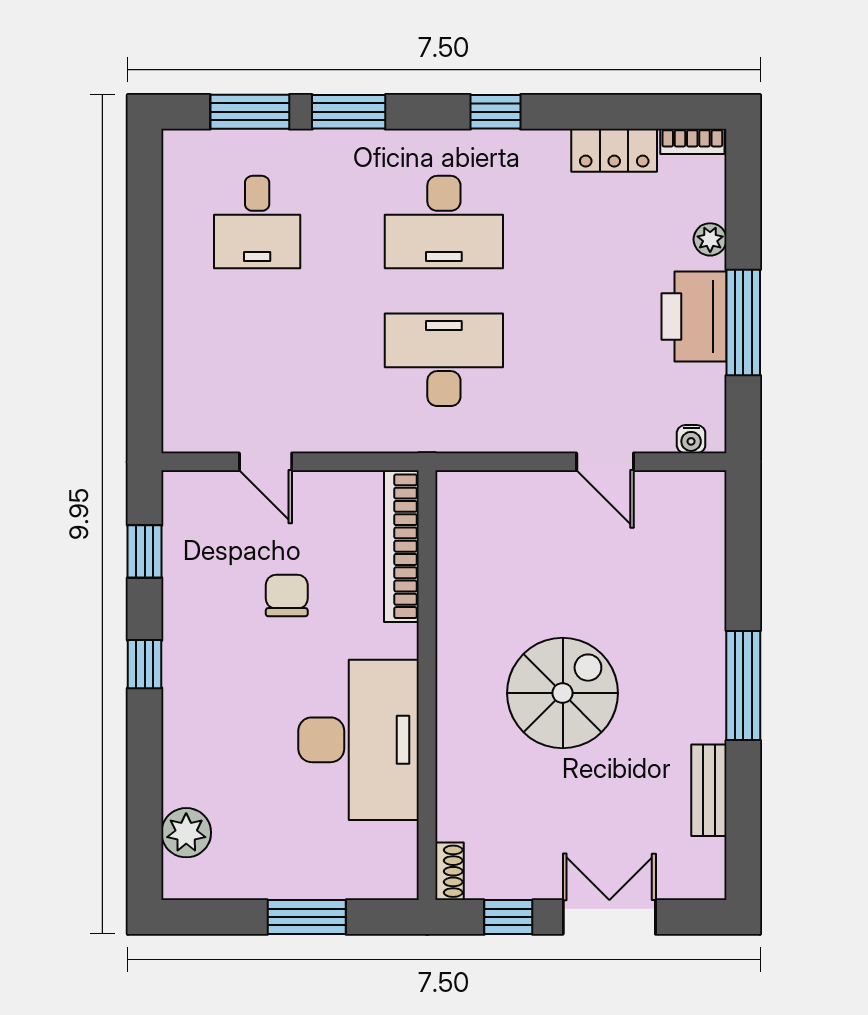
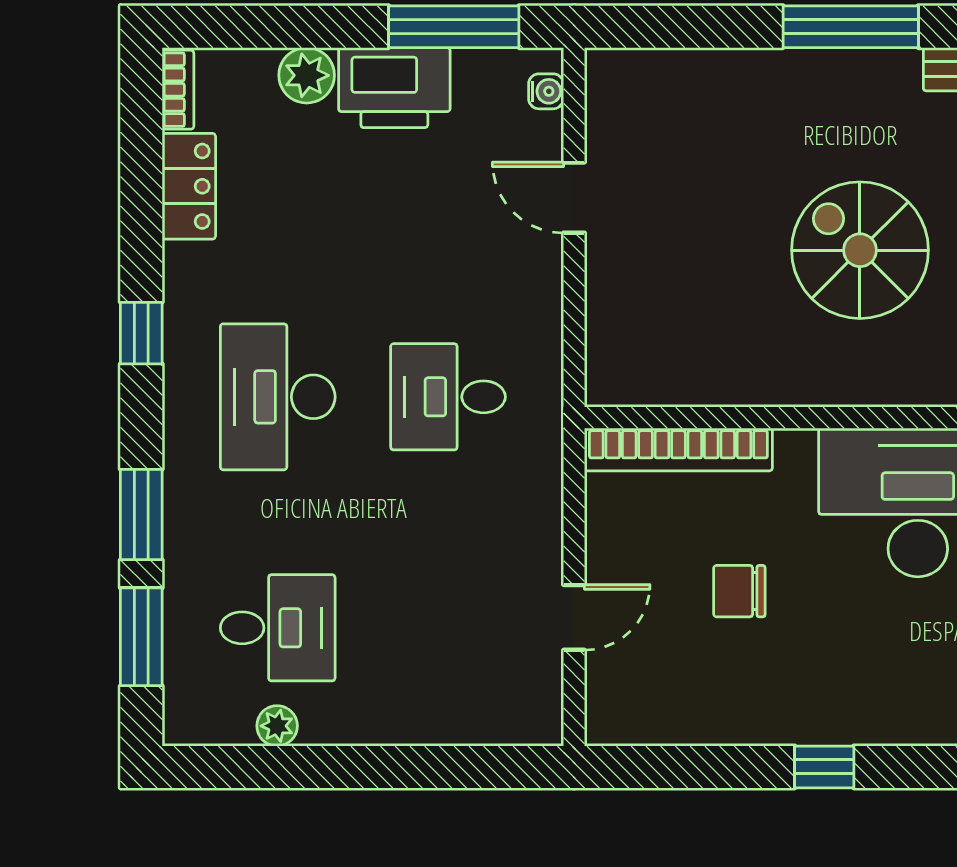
plant: (178, 222) -> (277, 726), added
desk: (444, 222) -> (278, 397), turned 180
plant: (710, 239) -> (307, 75), width x1.38, depth x1.38
window: (743, 322) -> (454, 27), moved
desk: (444, 360) -> (448, 397), width x0.73
door: (605, 462) -> (574, 198), swing flipped
window: (145, 551) -> (685, 767), removed

